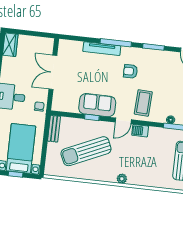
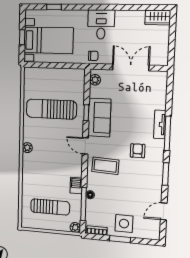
tv unit: (102, 49) -> (160, 124), width x0.71
plant: (62, 106) -> (95, 80), added
bench: (54, 129) -> (71, 74), removed
barbecue: (140, 131) -> (76, 186), moved
sun lounger: (86, 151) -> (51, 109), turned -66

